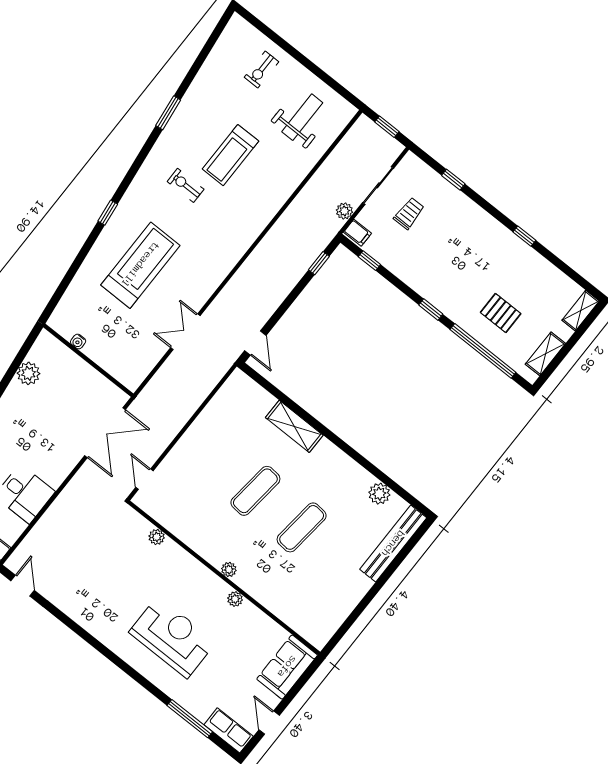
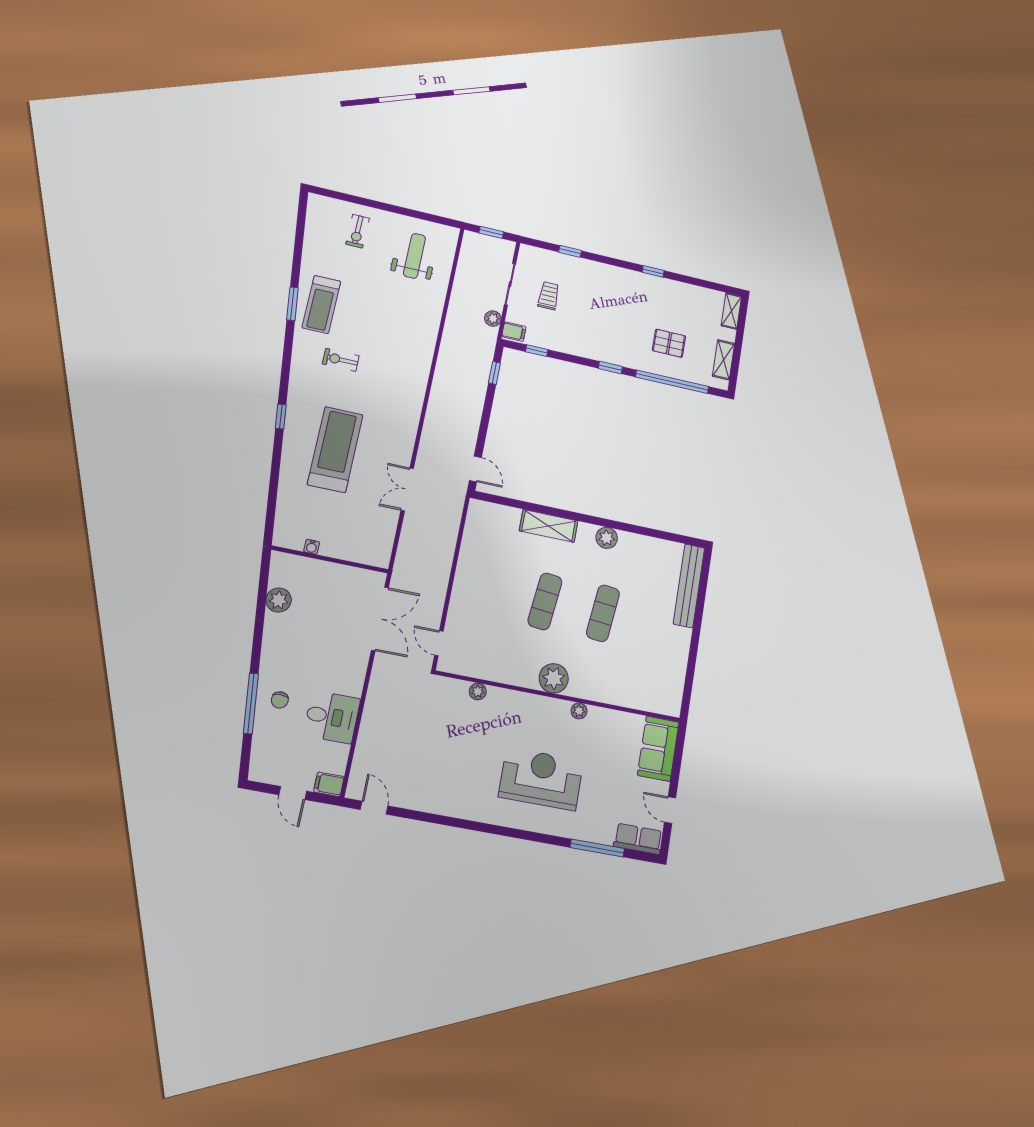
treadmill: (230, 155) -> (321, 304), moved
plant: (379, 494) -> (607, 538), moved
plant: (229, 569) -> (554, 678), width x1.87, depth x1.87

